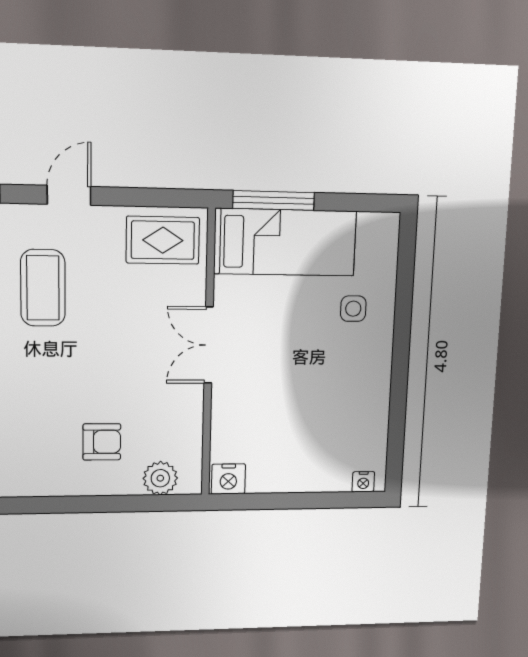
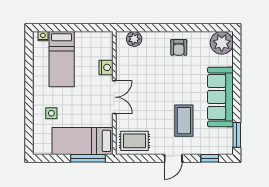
bed: (325, 432) -> (62, 59), added
armchair: (102, 442) -> (179, 47), moved, turned -90
nightstand: (228, 479) -> (106, 67), moved, turned 90

